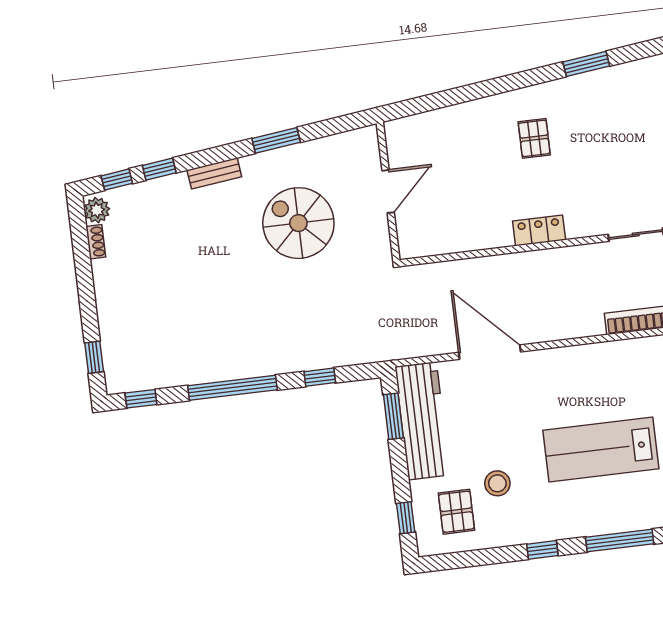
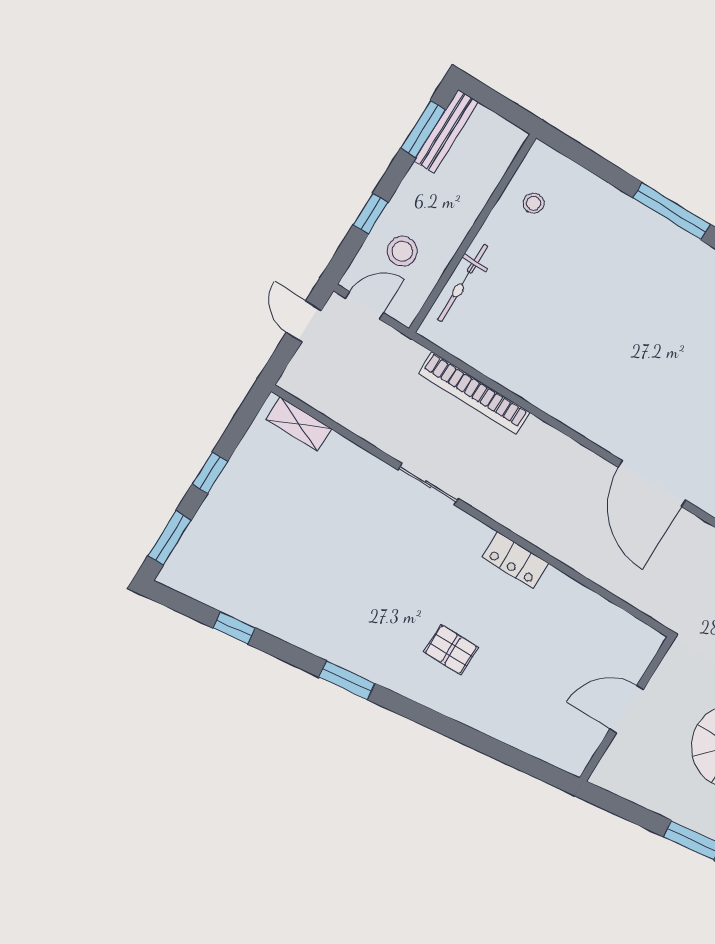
pallet: (534, 138) -> (451, 650), turned 90
lab bench: (601, 450) -> (621, 310), removed

